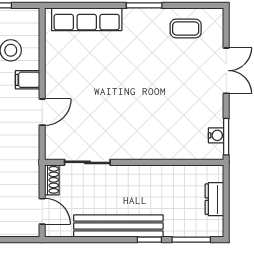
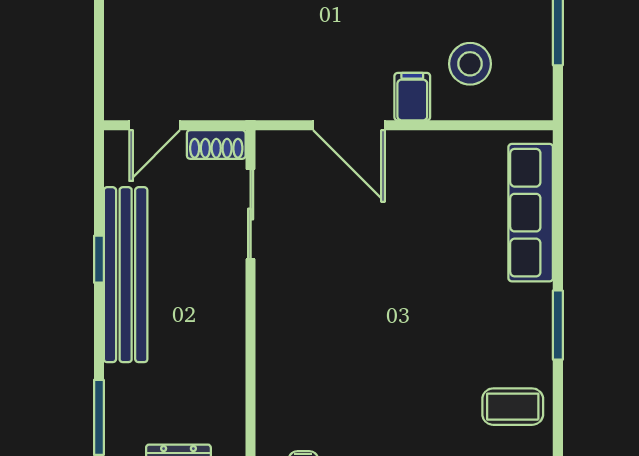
coffee table: (186, 28) -> (513, 407), turned 90
door: (42, 112) -> (349, 125), width x1.37
window: (149, 240) -> (99, 259), moved

